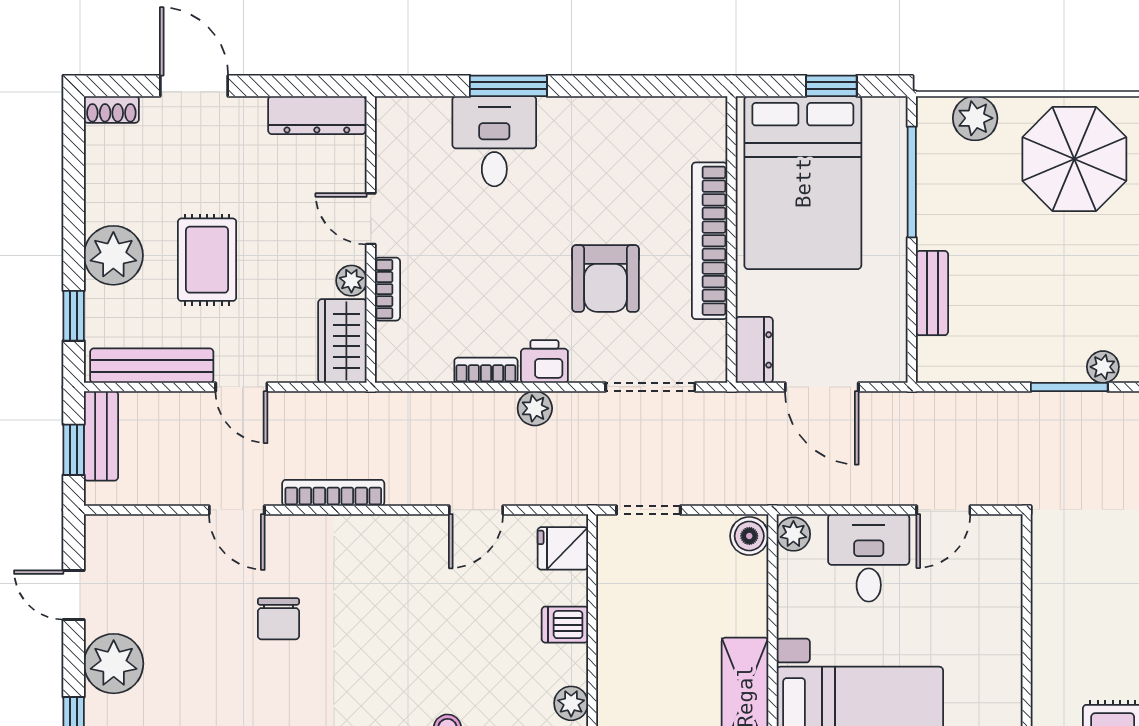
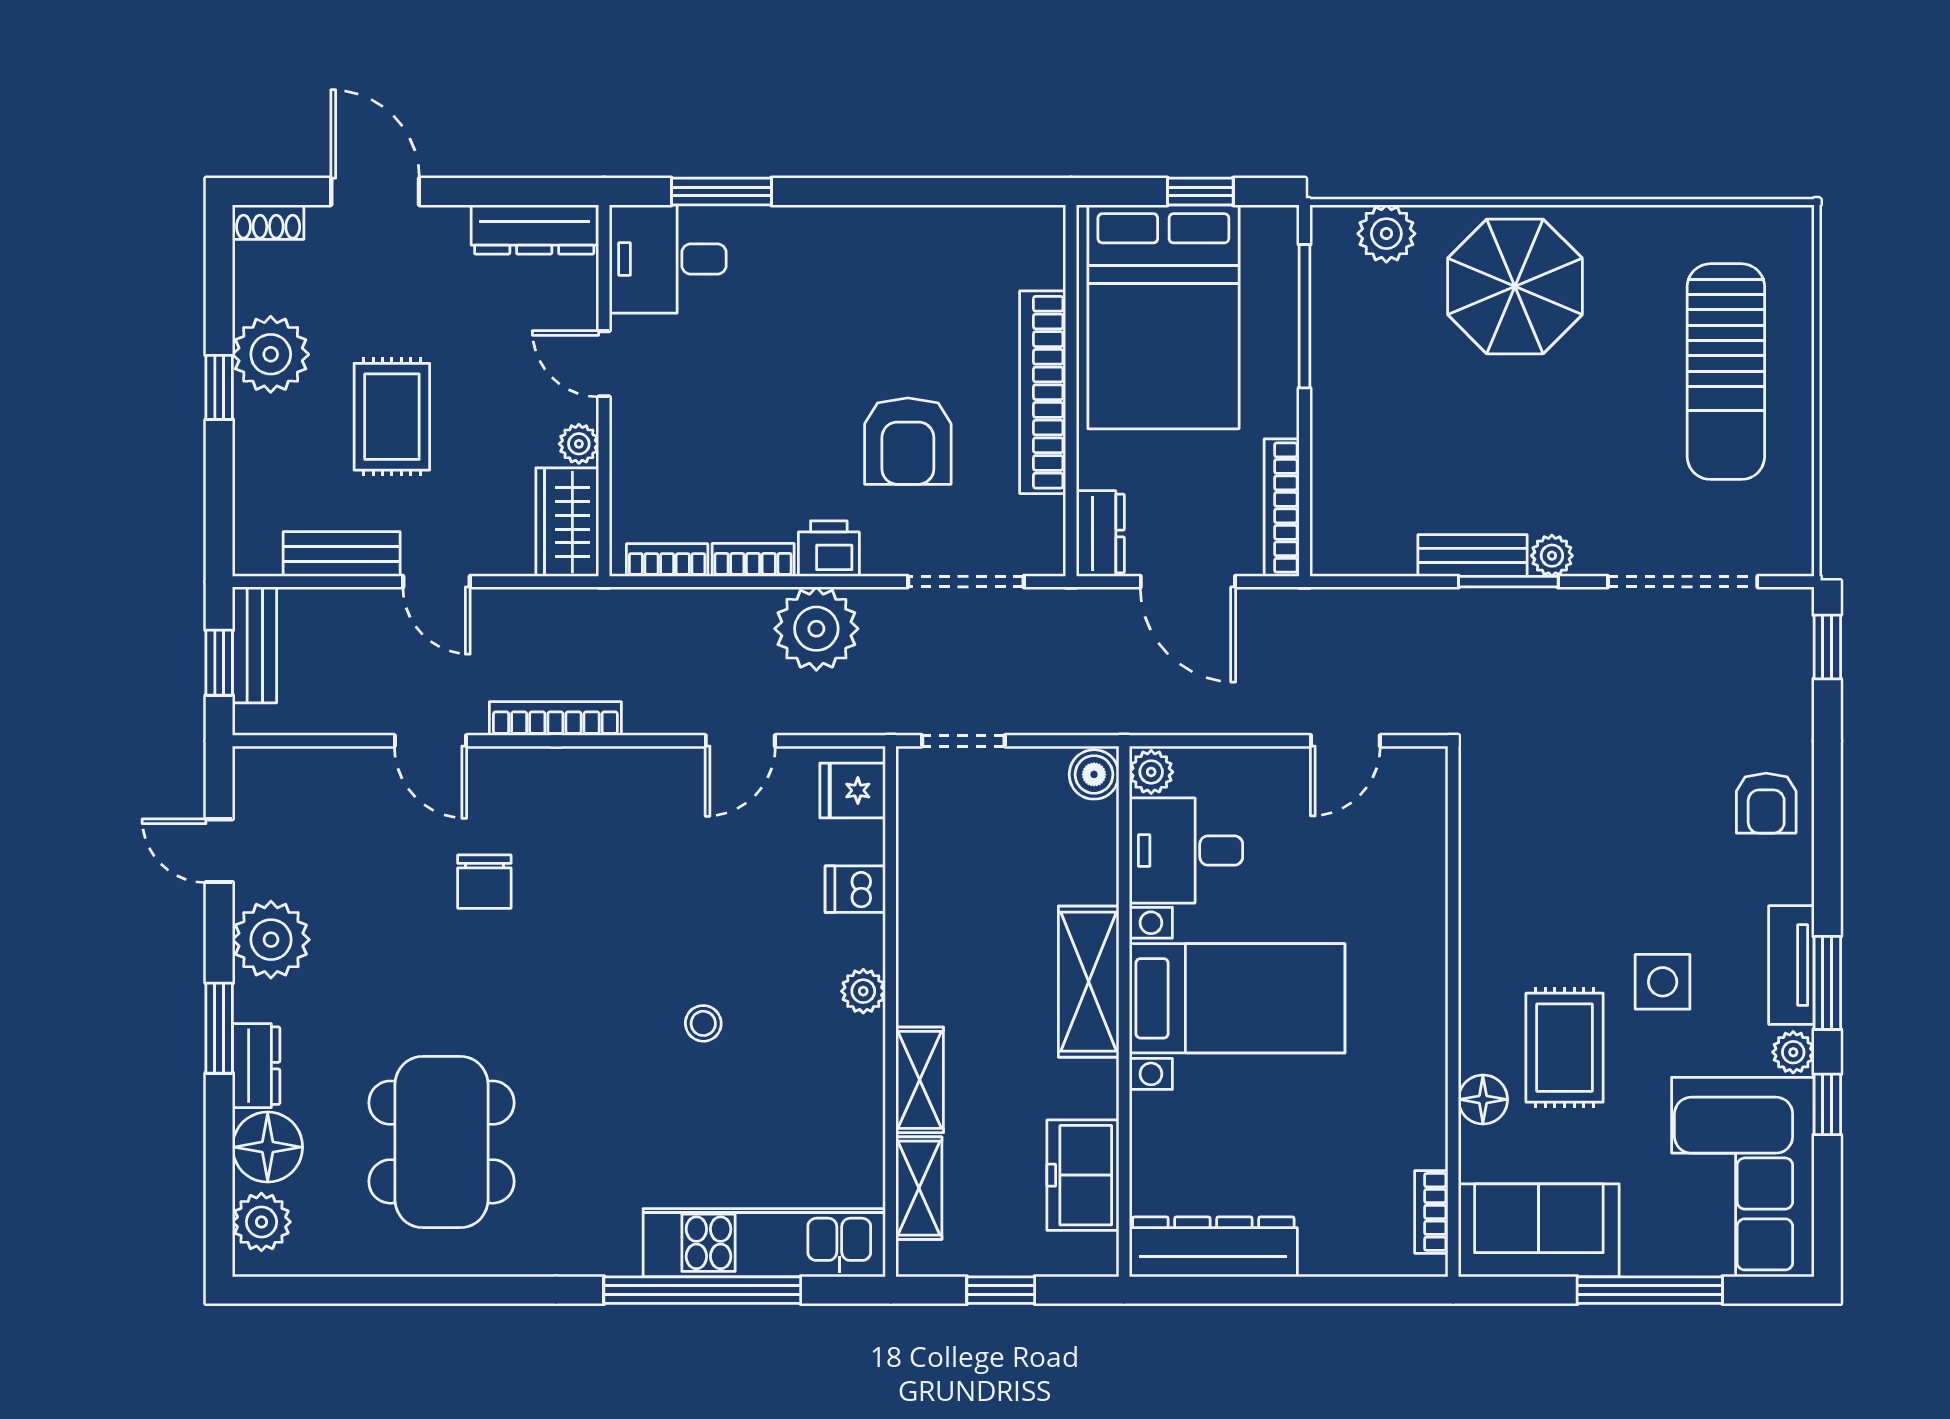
window: (508, 86) -> (721, 192), moved
desk: (494, 141) -> (668, 259), moved, turned -90
plant: (113, 255) -> (271, 354), moved
bookcase: (387, 289) -> (667, 560), moved, turned -90
bench: (932, 293) -> (1472, 555), moved, turned 90
window: (74, 316) -> (219, 387), moved
bookcase: (894, 330) -> (1282, 508), added
bench: (152, 366) -> (342, 554), width x0.73
plant: (535, 408) -> (816, 629), width x1.87, depth x1.87
desk: (869, 558) -> (1186, 851), moved, turned -90

